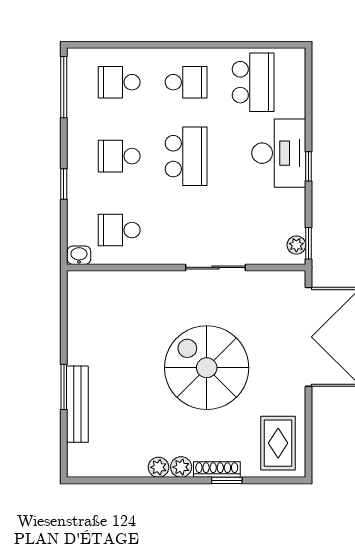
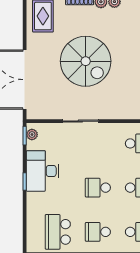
desk: (279, 153) -> (43, 171), moved
school desk: (186, 156) -> (98, 188), width x0.54

